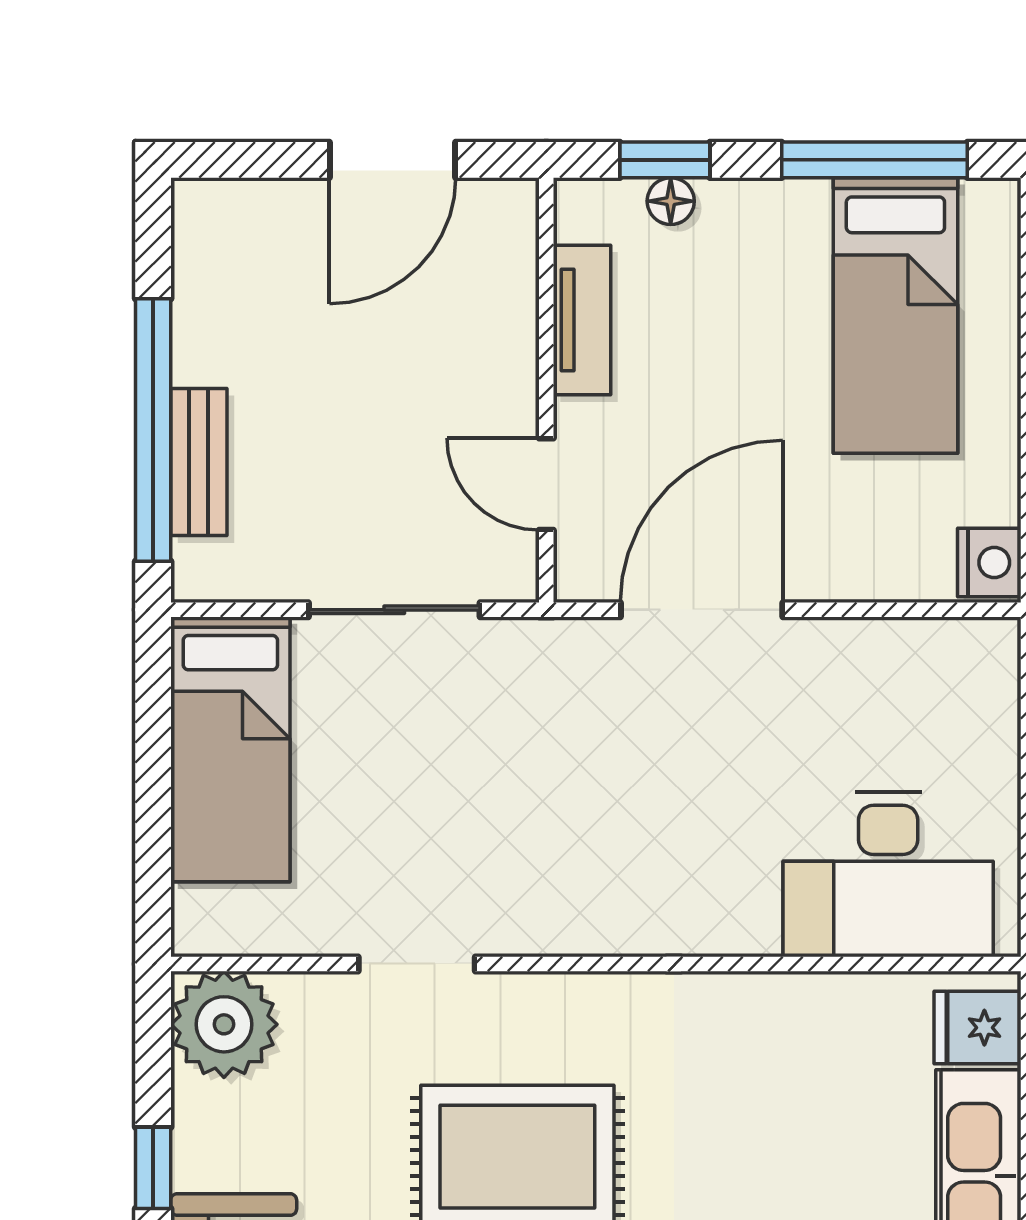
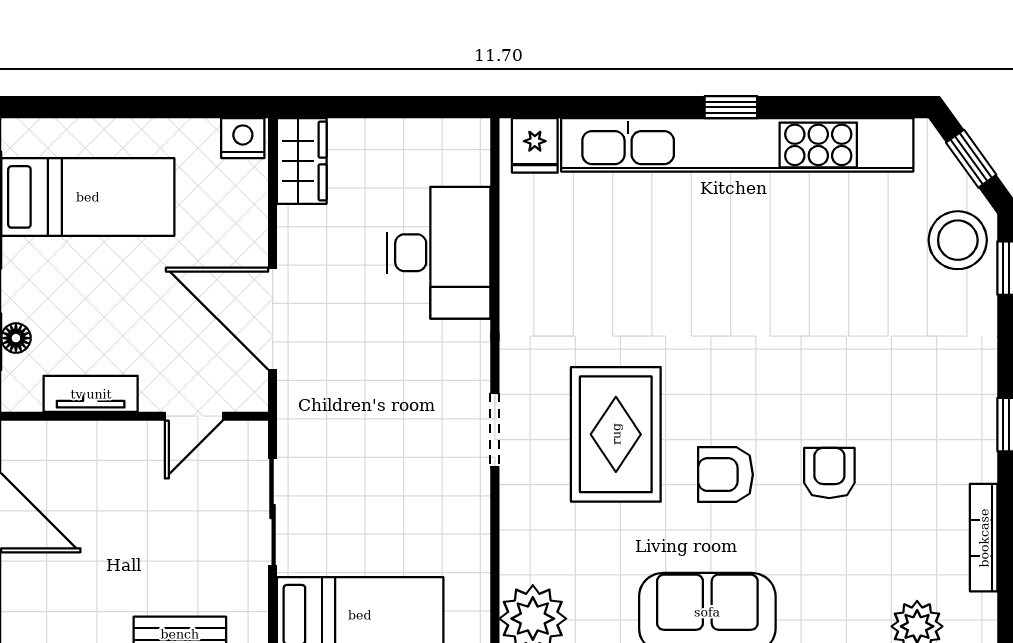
wardrobe: (953, 656) -> (302, 161), added
desk: (888, 874) -> (439, 253), moved
doorway: (417, 964) -> (495, 430), moved

